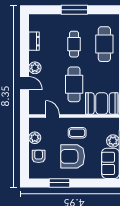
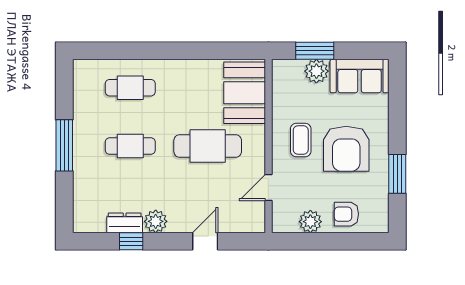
cafe table: (104, 44) -> (130, 88), width x0.73, depth x0.74
window: (24, 45) -> (131, 241), added
plant: (35, 68) -> (156, 221), moved

